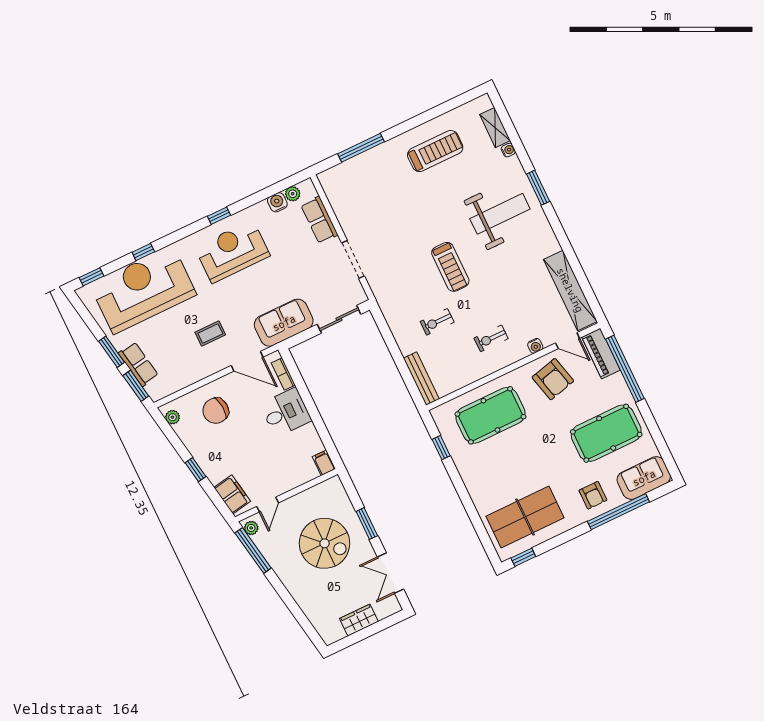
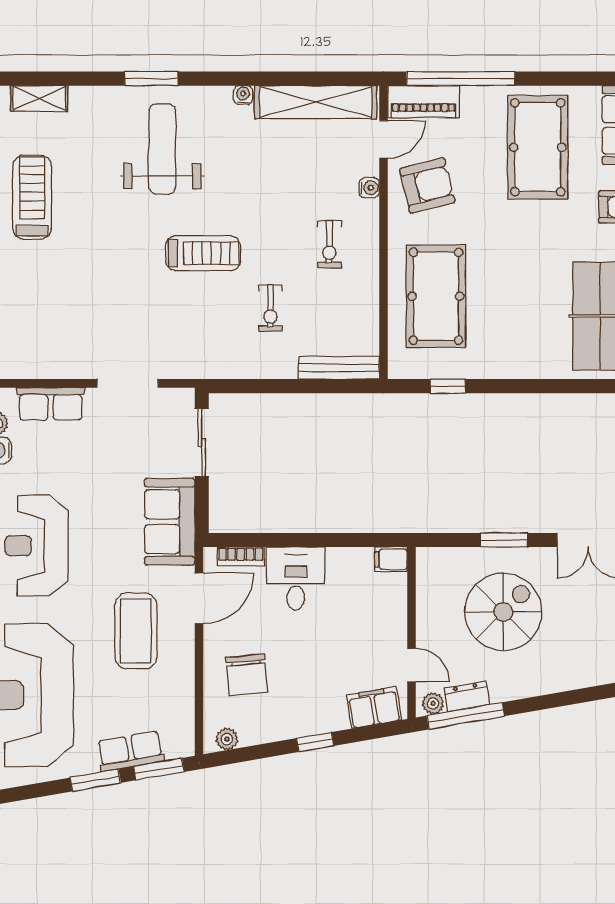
water cooler: (508, 150) -> (243, 95), moved
coffee table: (210, 334) -> (136, 631), width x1.86, depth x1.72
dresser: (265, 546) -> (467, 696), added

